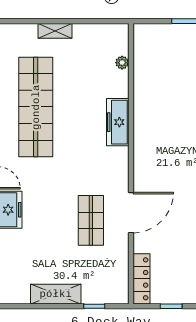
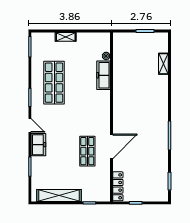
shop shelf: (36, 107) -> (54, 83), width x0.71
freezer: (118, 122) -> (104, 75), moved
shelving: (56, 294) -> (59, 195), width x1.47

